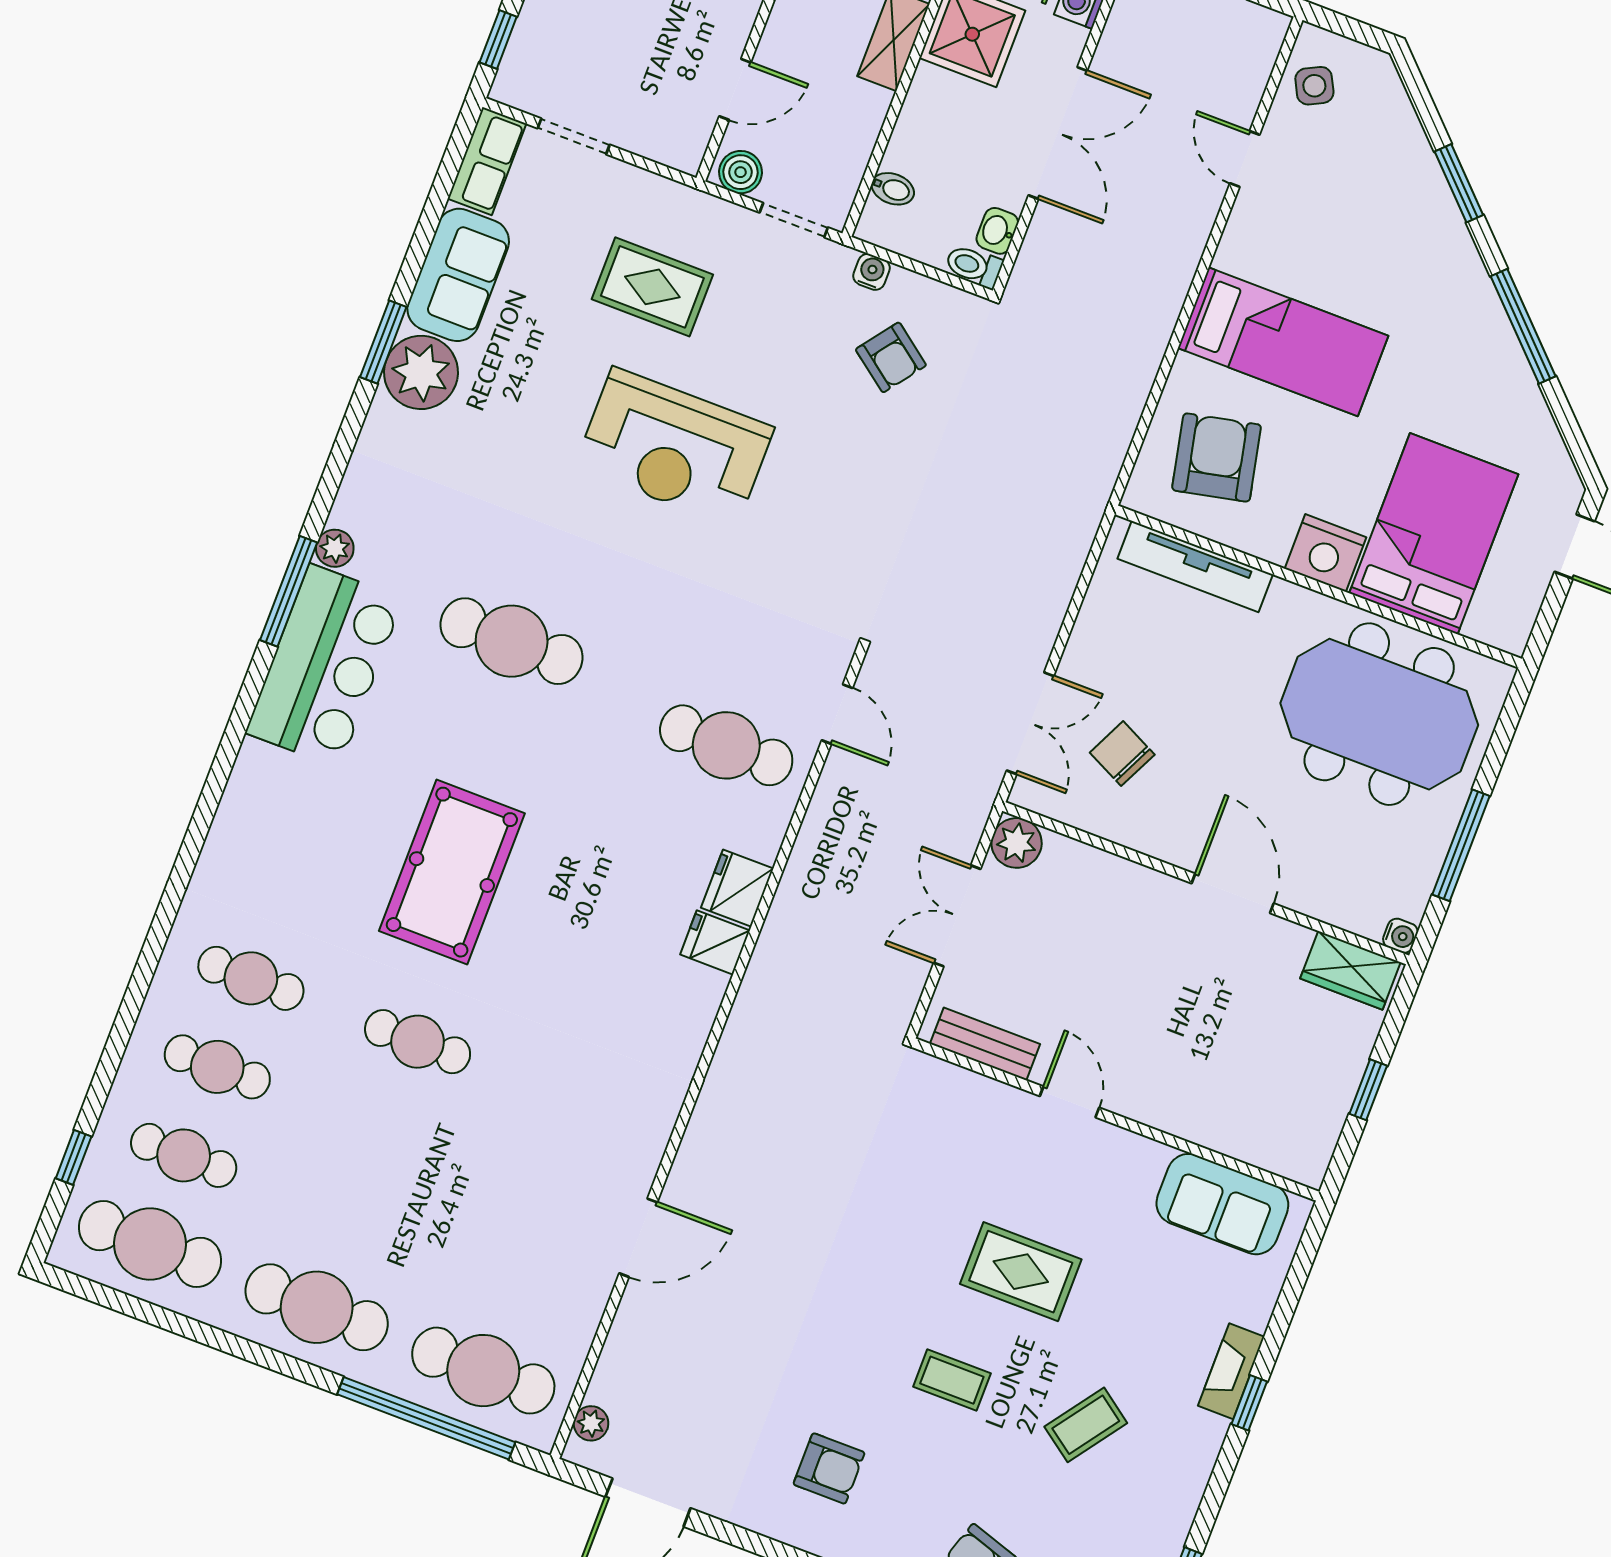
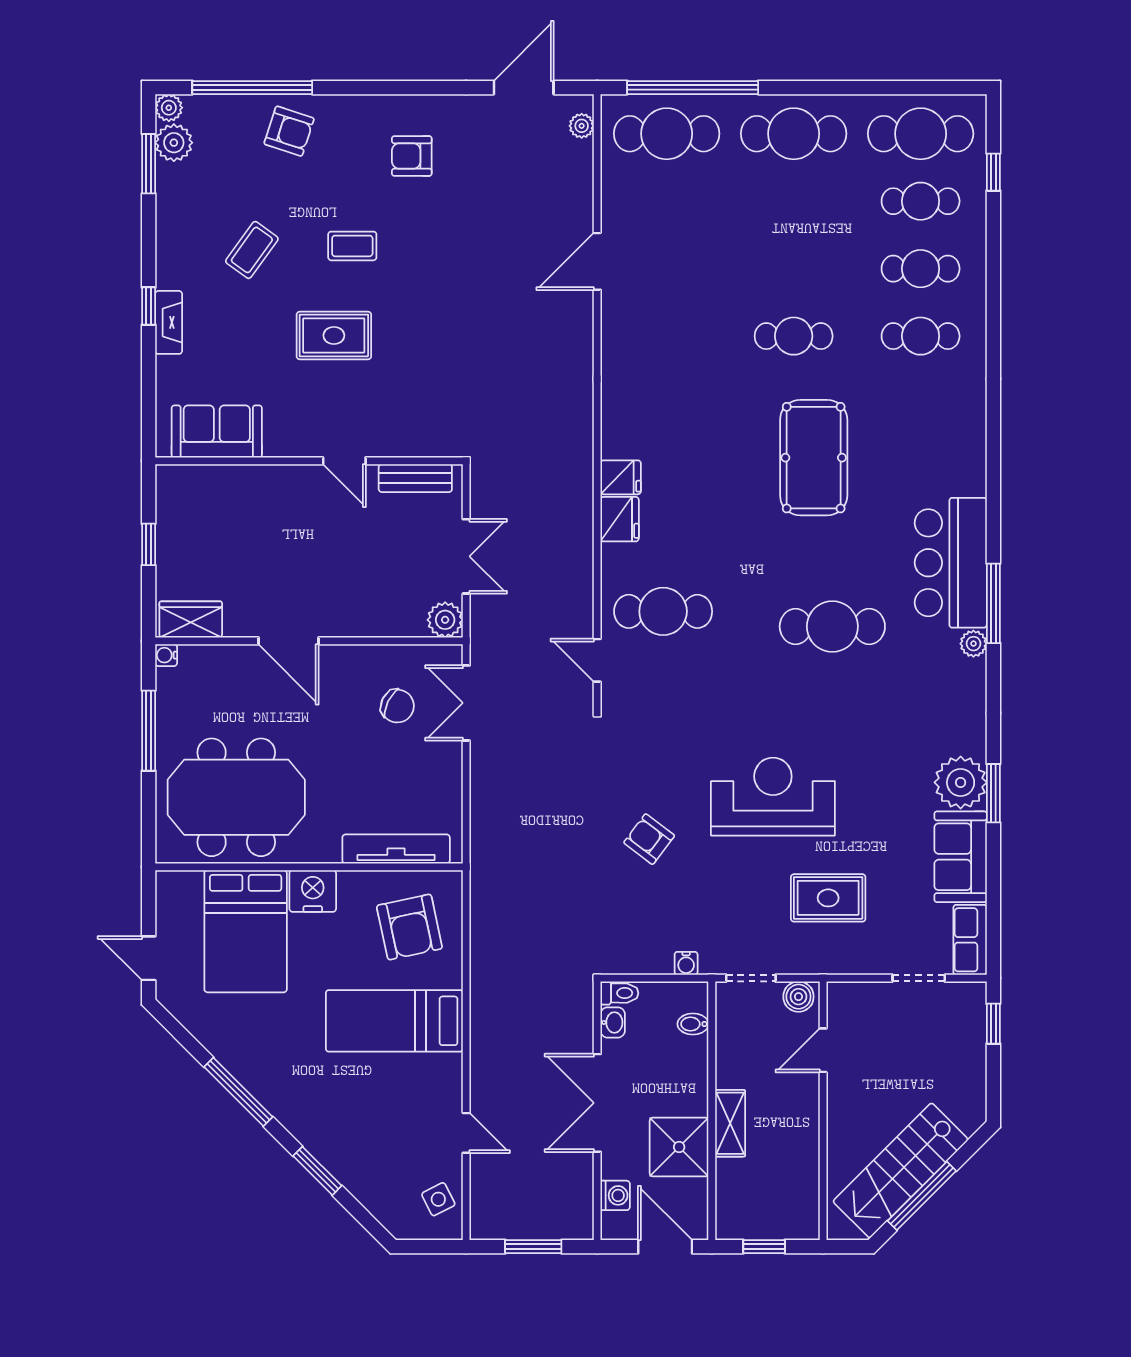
armchair: (891, 357) -> (649, 839), moved

